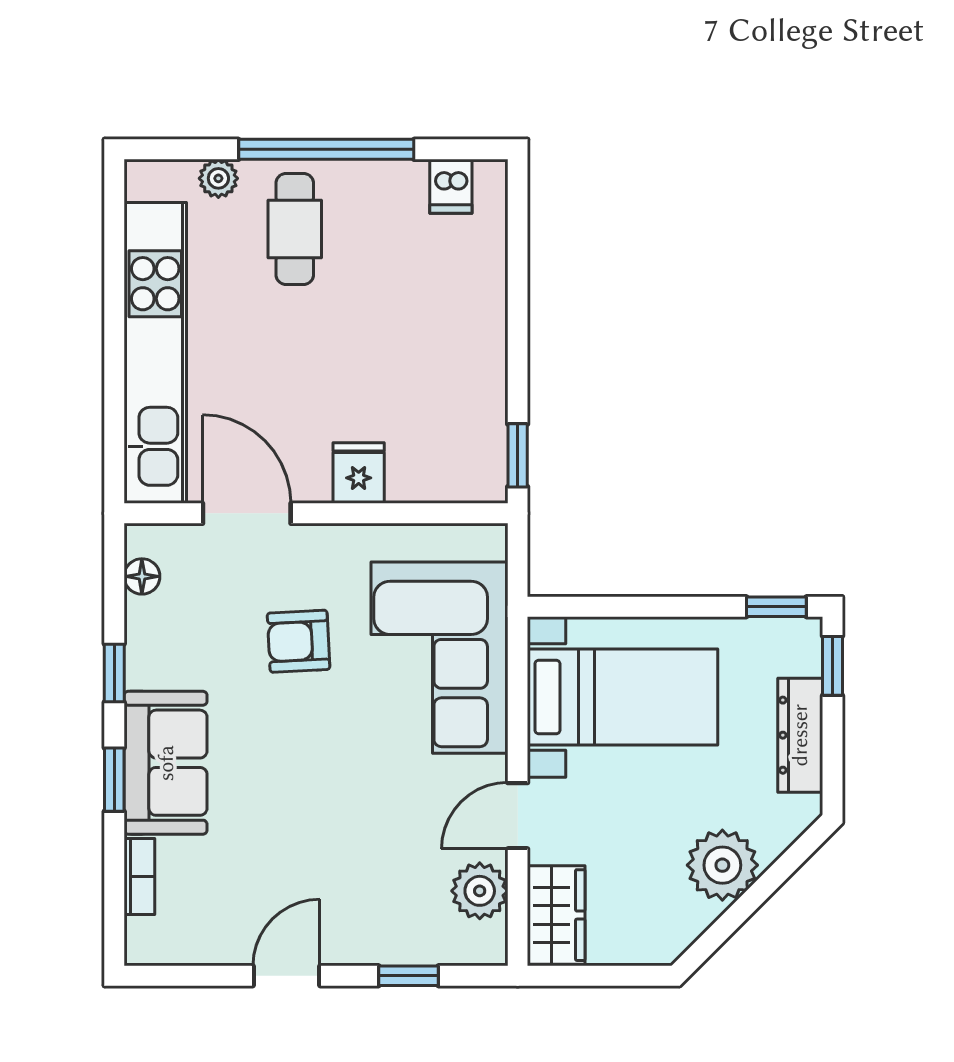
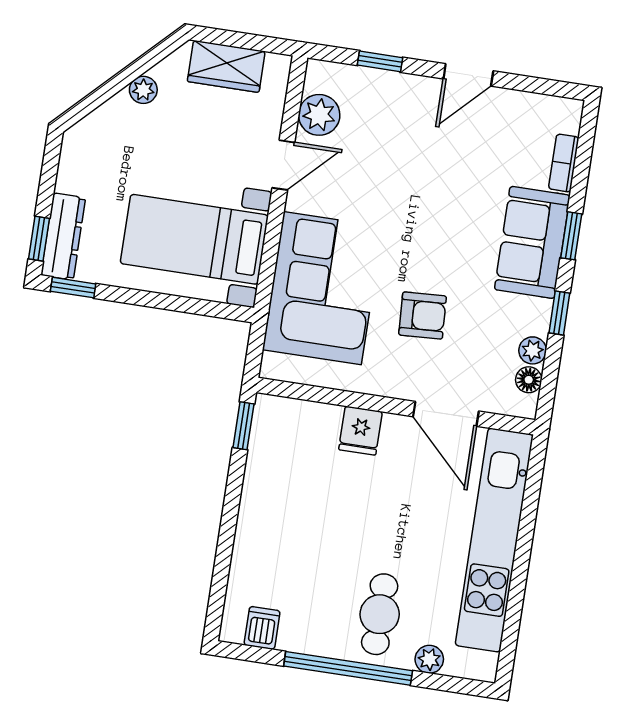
plant: (143, 617) -> (533, 350), added
dresser: (800, 735) -> (63, 236), moved
plant: (722, 865) -> (143, 90), width x0.53, depth x0.53
wardrobe: (556, 915) -> (226, 66), moved, turned -90

